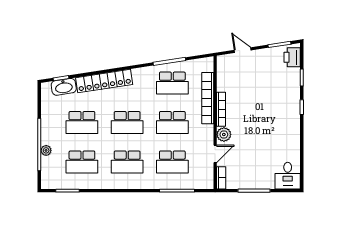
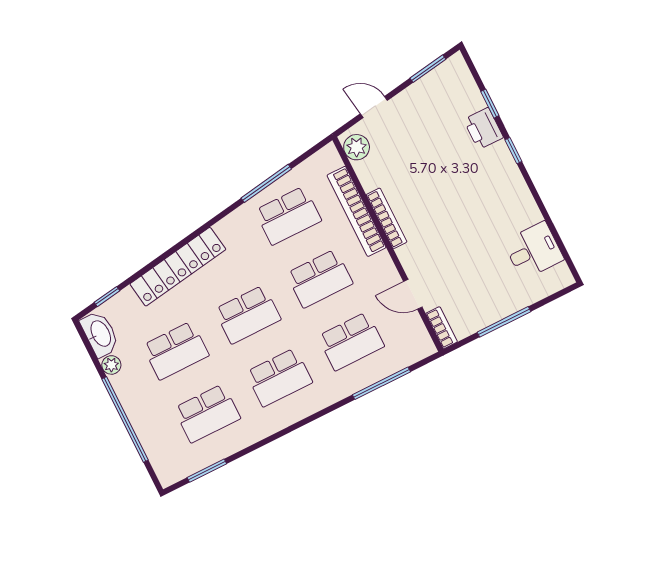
printer: (292, 57) -> (483, 129), moved
washbasin: (64, 87) -> (100, 334), moved, turned -81
plant: (224, 134) -> (357, 147), moved
plant: (46, 150) -> (111, 365), moved
door: (215, 154) -> (413, 294), swing flipped
desk: (288, 176) -> (534, 250), moved, turned -90

